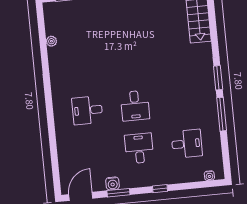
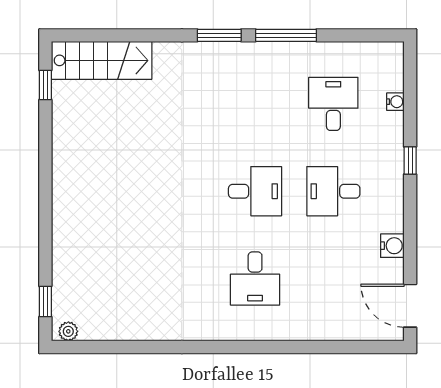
plant: (51, 41) -> (68, 331), moved
water cooler: (209, 176) -> (395, 102), moved
window: (118, 193) -> (410, 237), removed

